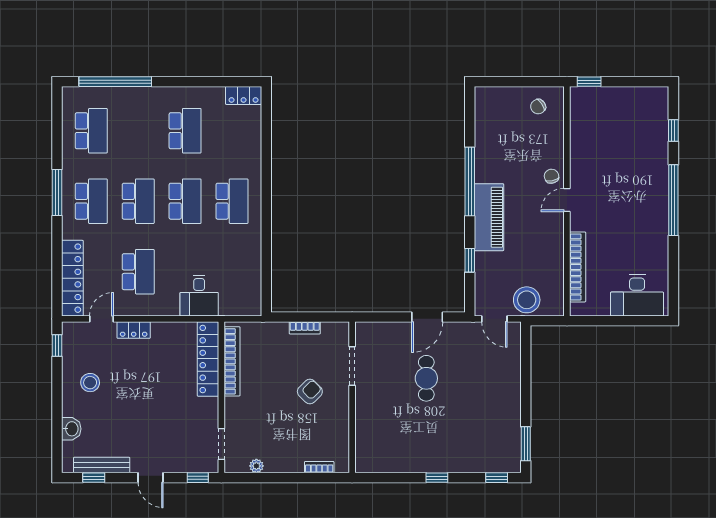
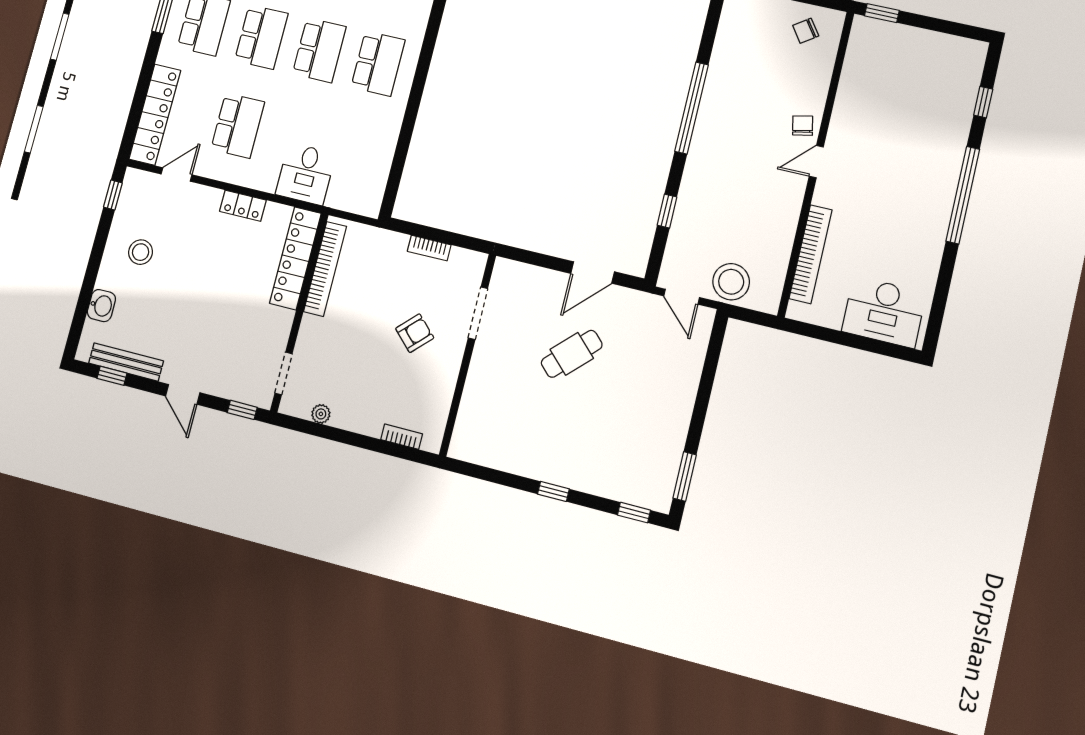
piano: (489, 217) -> (706, 160), removed
locker: (134, 330) -> (243, 206), moved
cafe table: (426, 378) -> (572, 354), turned 45

